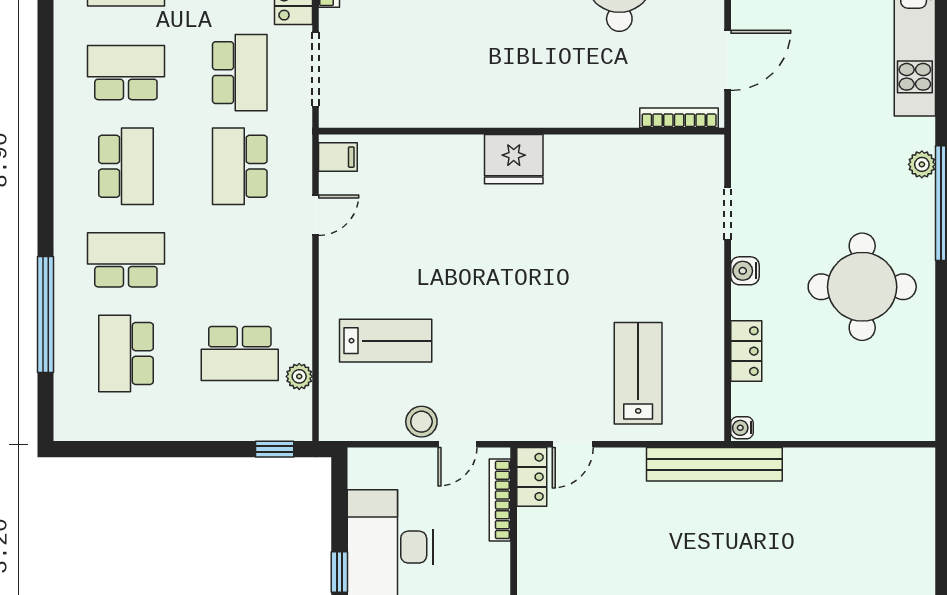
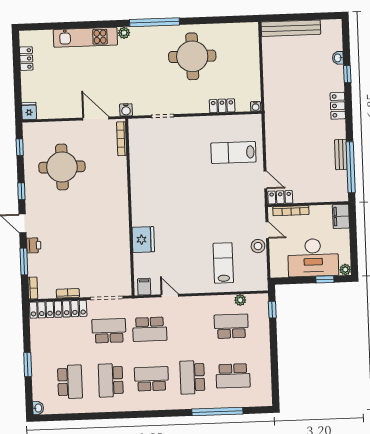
fridge: (514, 159) -> (143, 240), moved
plant: (922, 164) -> (124, 33), moved
water cooler: (745, 271) -> (126, 110), moved
school desk: (240, 354) -> (231, 326), turned -90
bench: (714, 464) -> (291, 28), moved, turned 90

